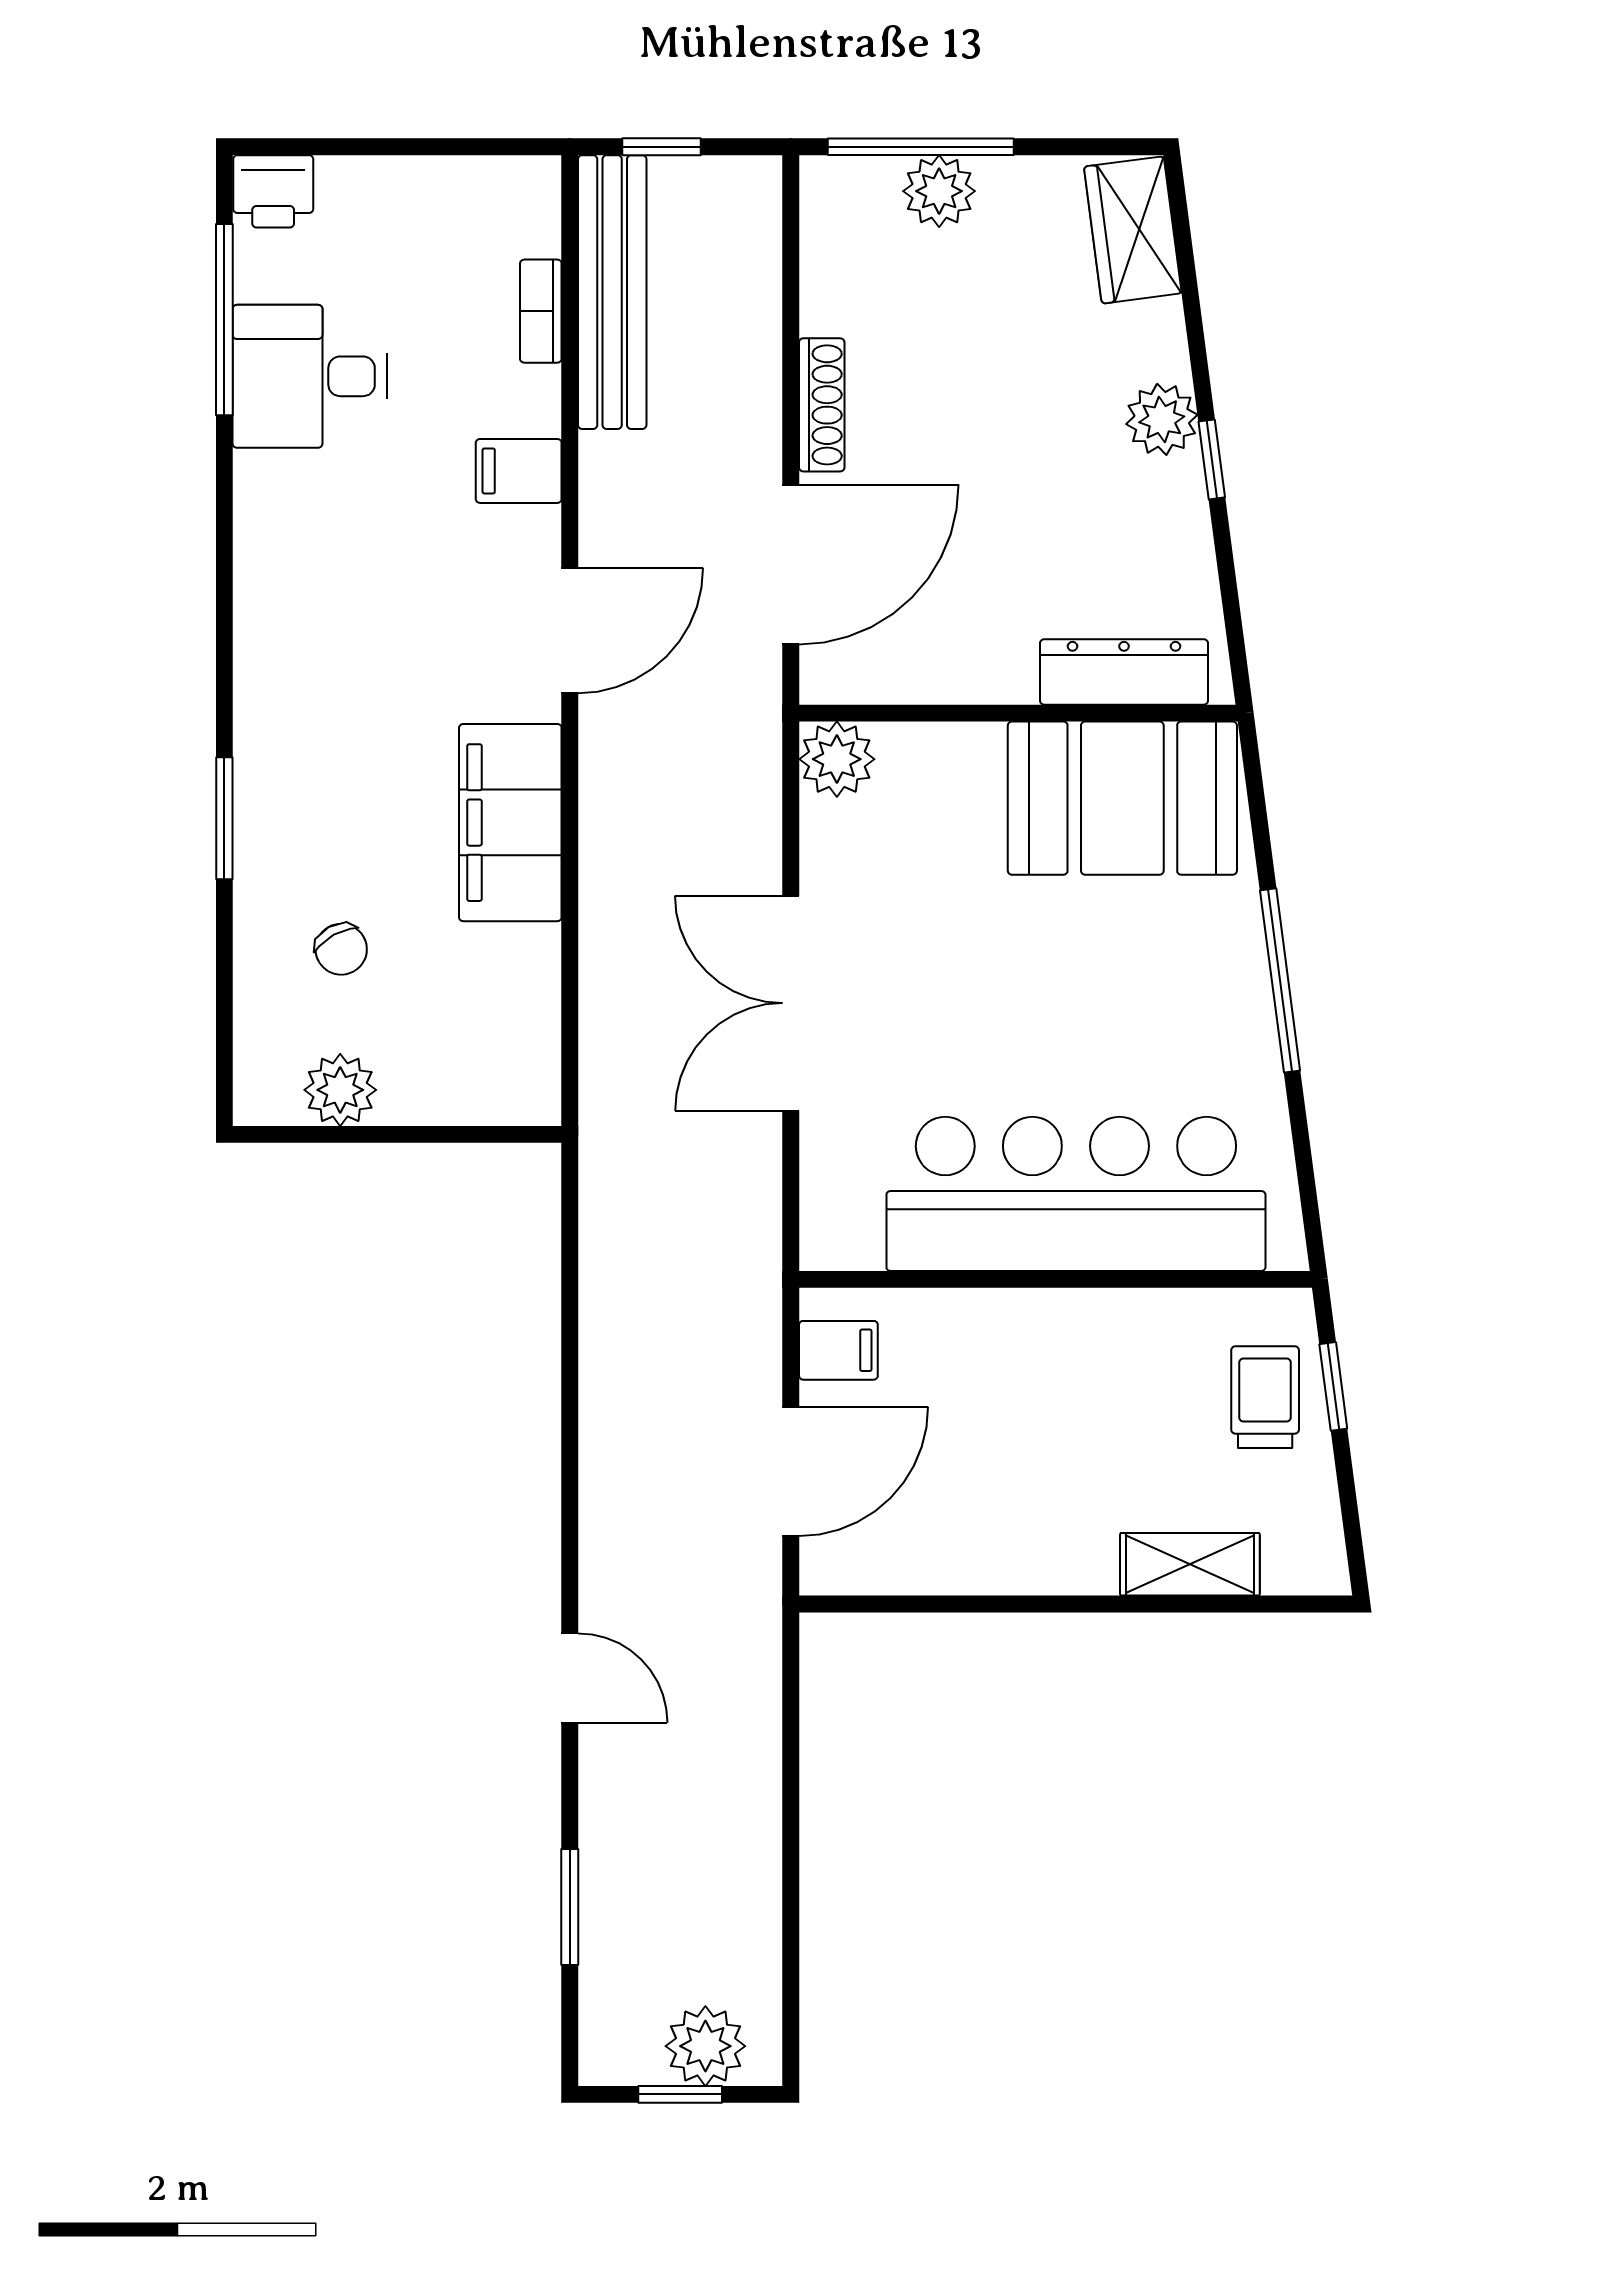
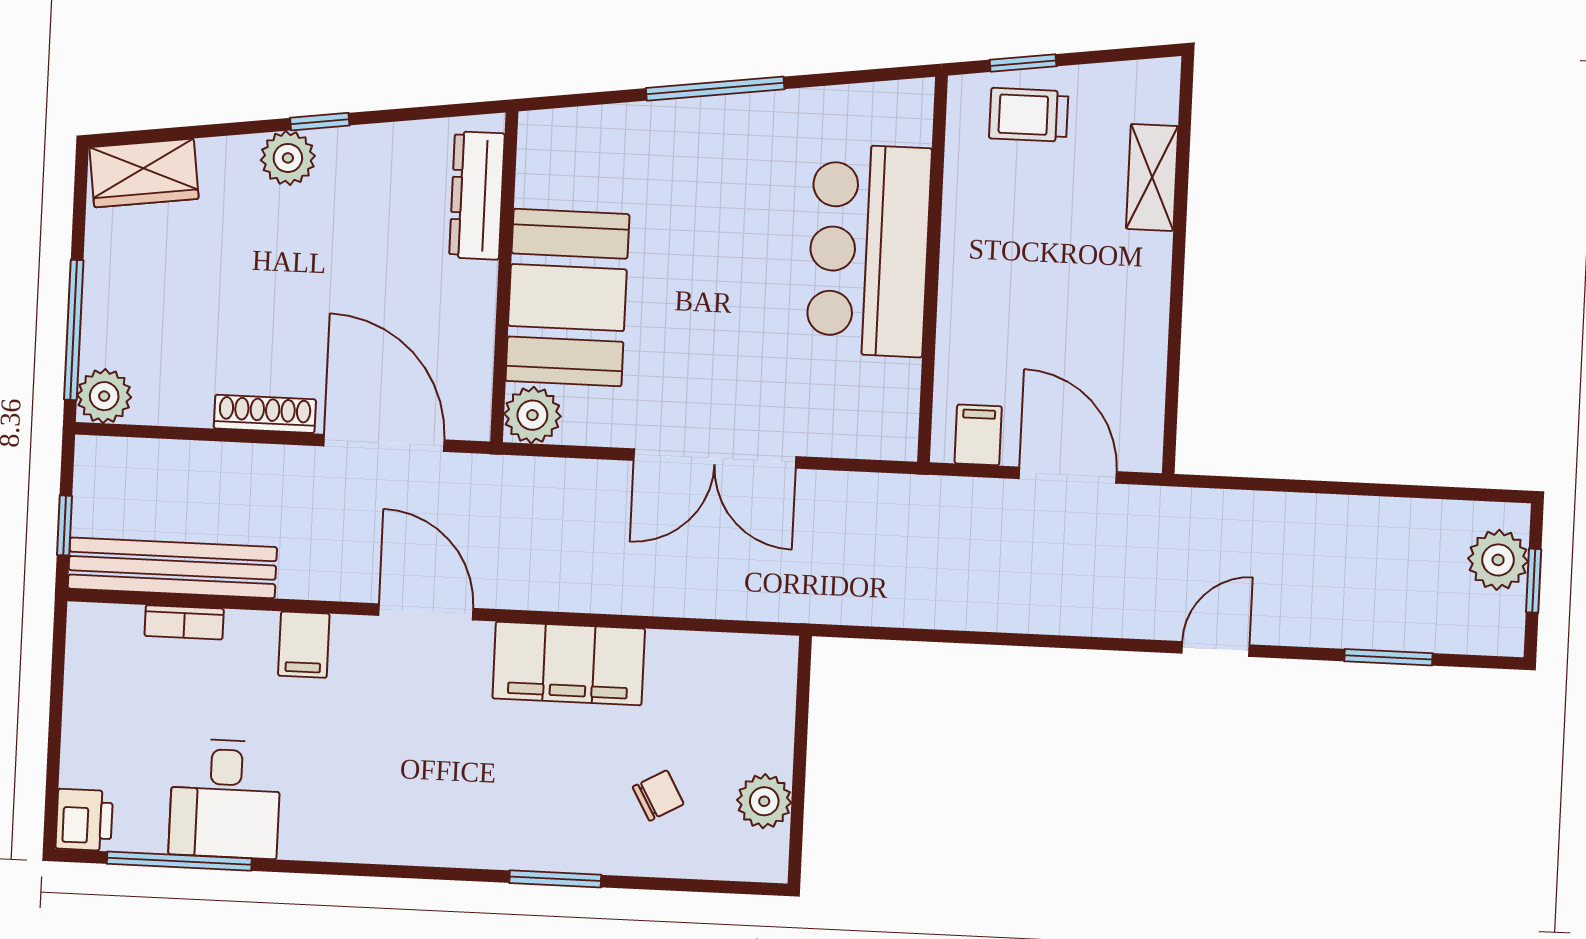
plant: (939, 191) -> (104, 396), moved
booth: (1122, 798) -> (567, 298), moved
bar counter: (1076, 1194) -> (869, 250), width x0.73

